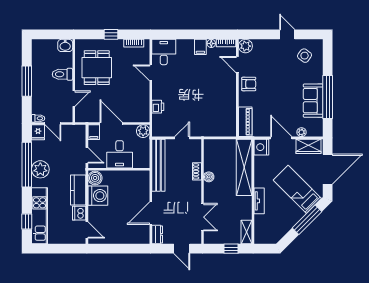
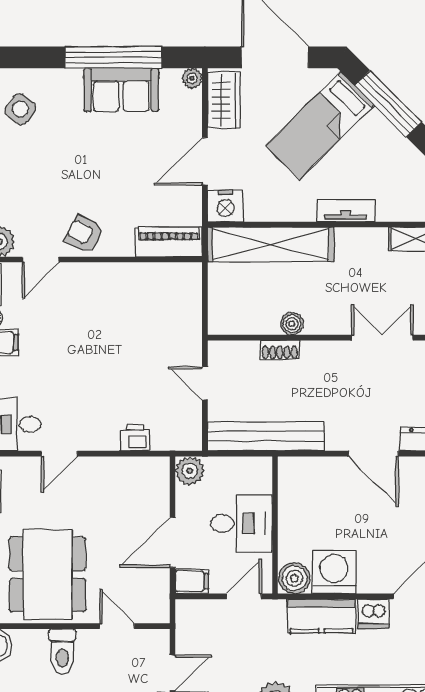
dining table: (97, 68) -> (48, 574), width x1.38
armchair: (249, 84) -> (84, 234), turned -63
plant: (301, 132) -> (192, 78), moved

